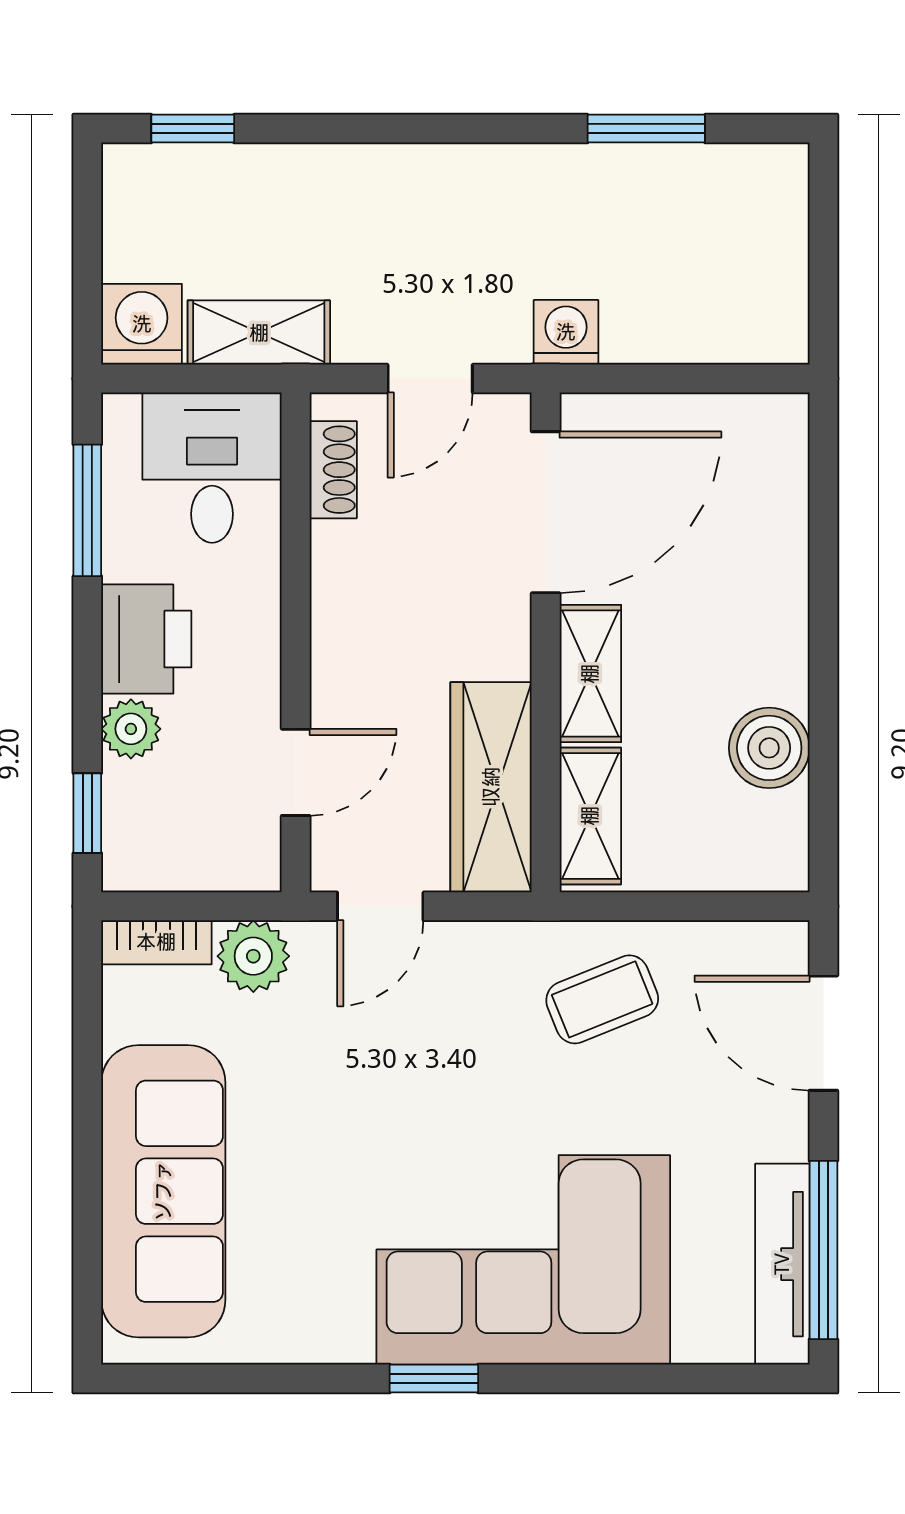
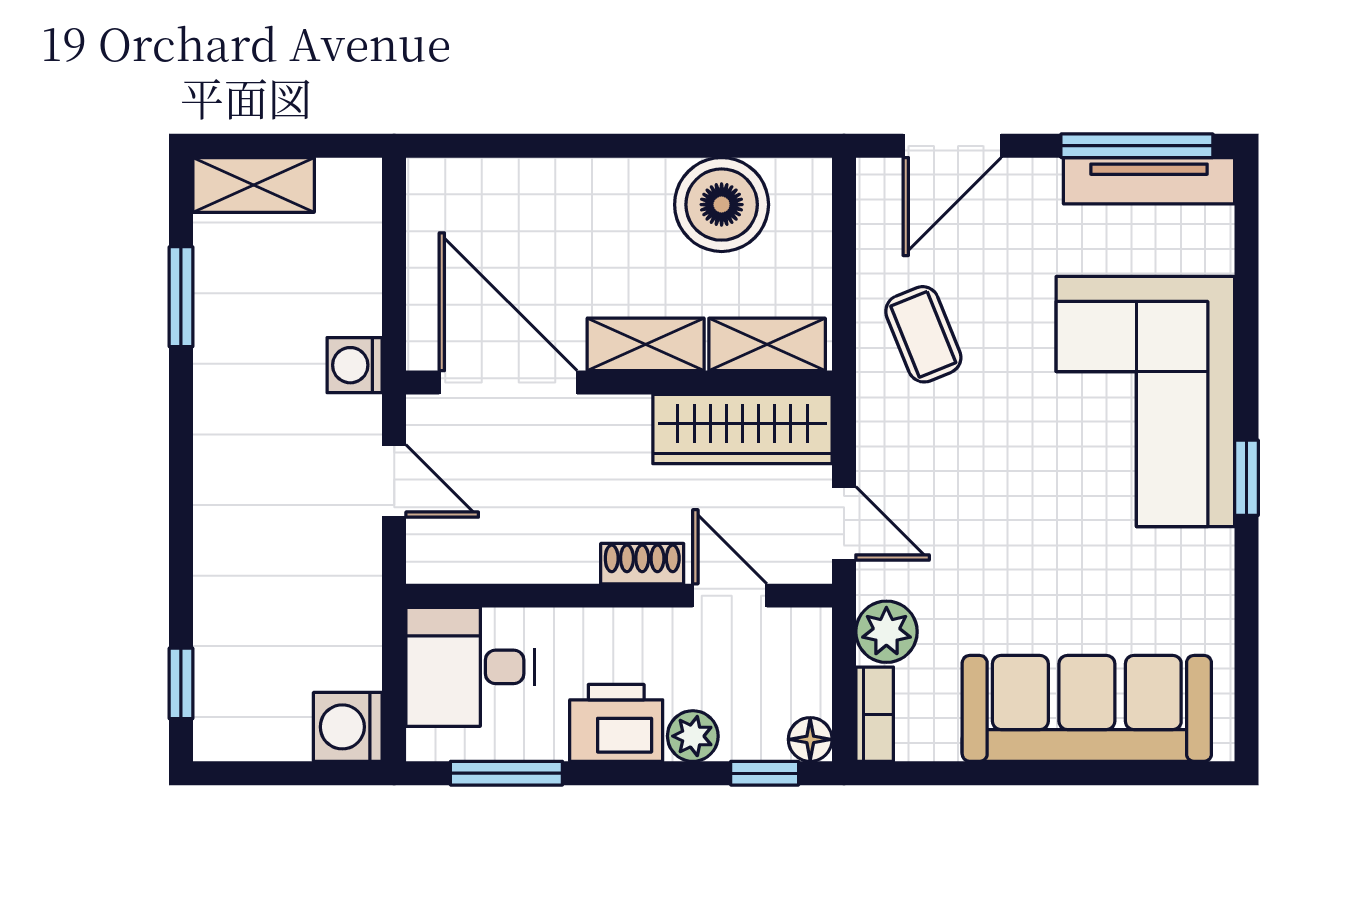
shelving: (259, 333) -> (254, 185), moved, turned 90
shoe rack: (333, 470) -> (642, 564), moved
boiler: (769, 748) -> (722, 205), width x1.37, depth x1.37
floor lamp: (127, 867) -> (810, 739), added

